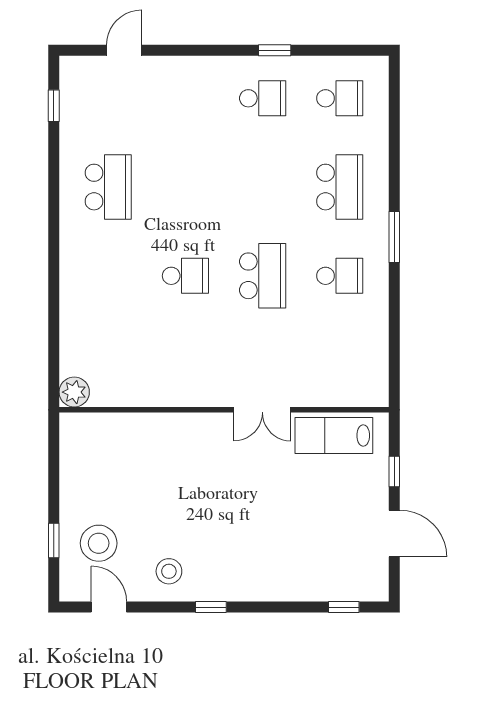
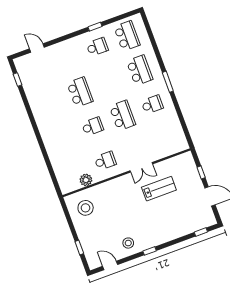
door: (124, 50) -> (37, 48), hinge flipped
school desk: (340, 98) -> (127, 36), width x1.85
school desk: (108, 187) -> (80, 92), moved
school desk: (185, 365) -> (105, 161), added
plant: (74, 392) -> (86, 180), moved
lab bench: (334, 435) -> (159, 189), moved, turned 180
stool: (99, 543) -> (86, 208), moved

